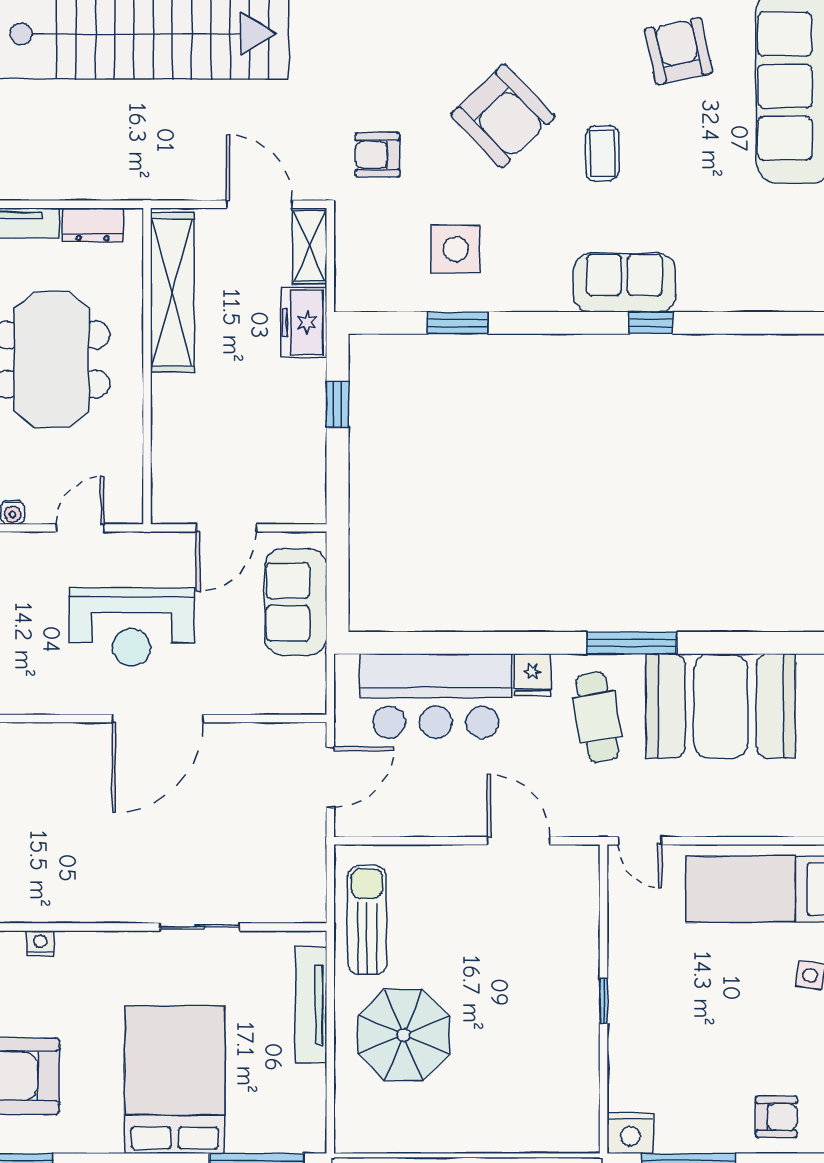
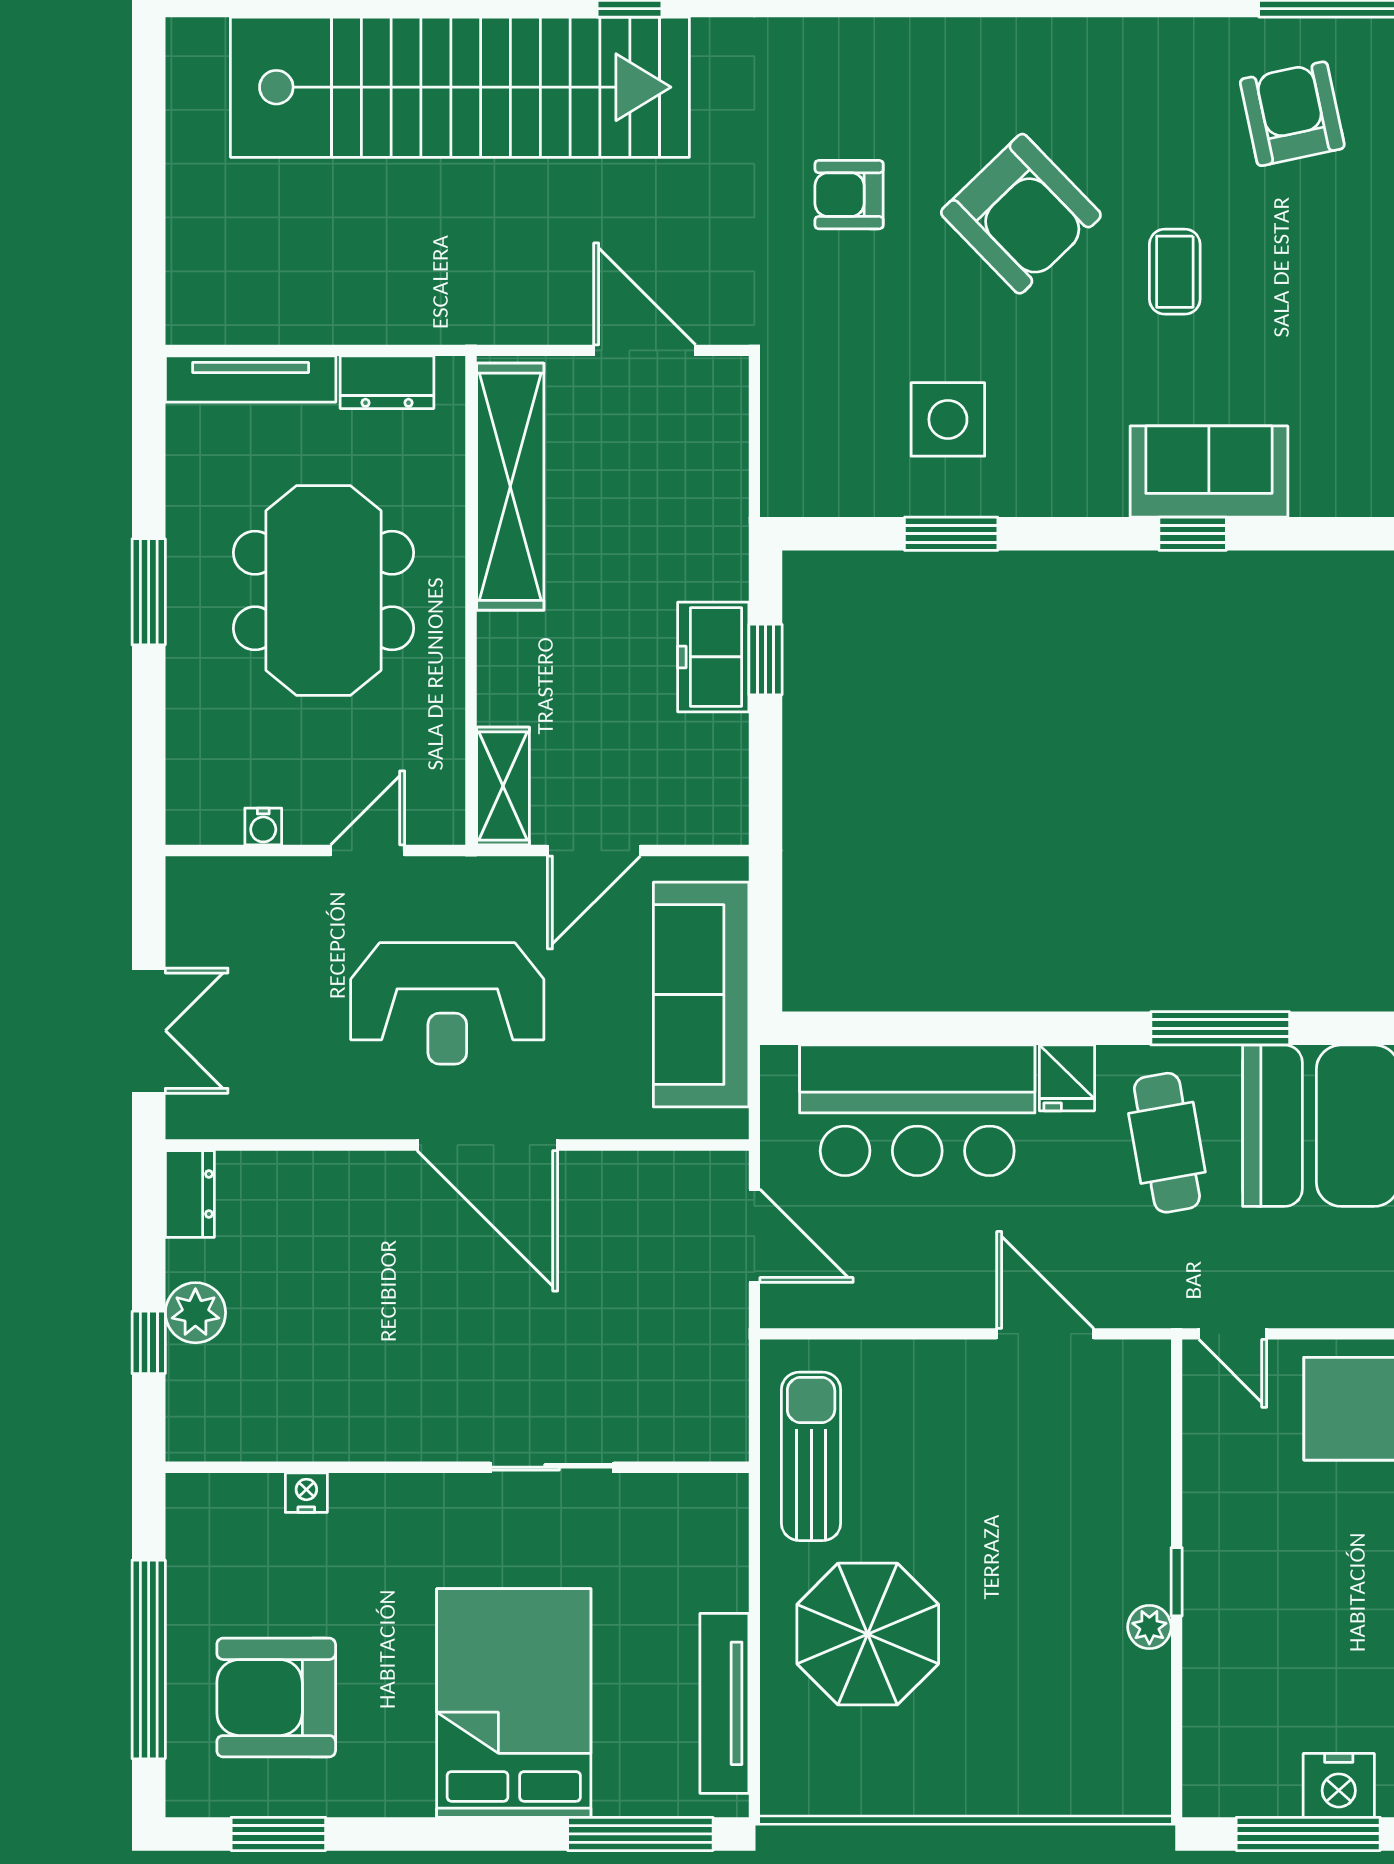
armchair: (377, 155) -> (849, 195), moved
shelving: (310, 246) -> (503, 786), moved
freezer: (304, 322) -> (713, 657), moved
window: (651, 323) -> (1193, 534), moved
sofa: (296, 602) -> (701, 995), width x1.36
door: (158, 718) -> (487, 1145), hinge flipped
door: (330, 777) -> (754, 1236), hinge flipped
tv unit: (311, 1005) -> (724, 1703), moved
plant: (586, 1030) -> (1149, 1627), added
nightstand: (630, 1133) -> (1339, 1785), moved

